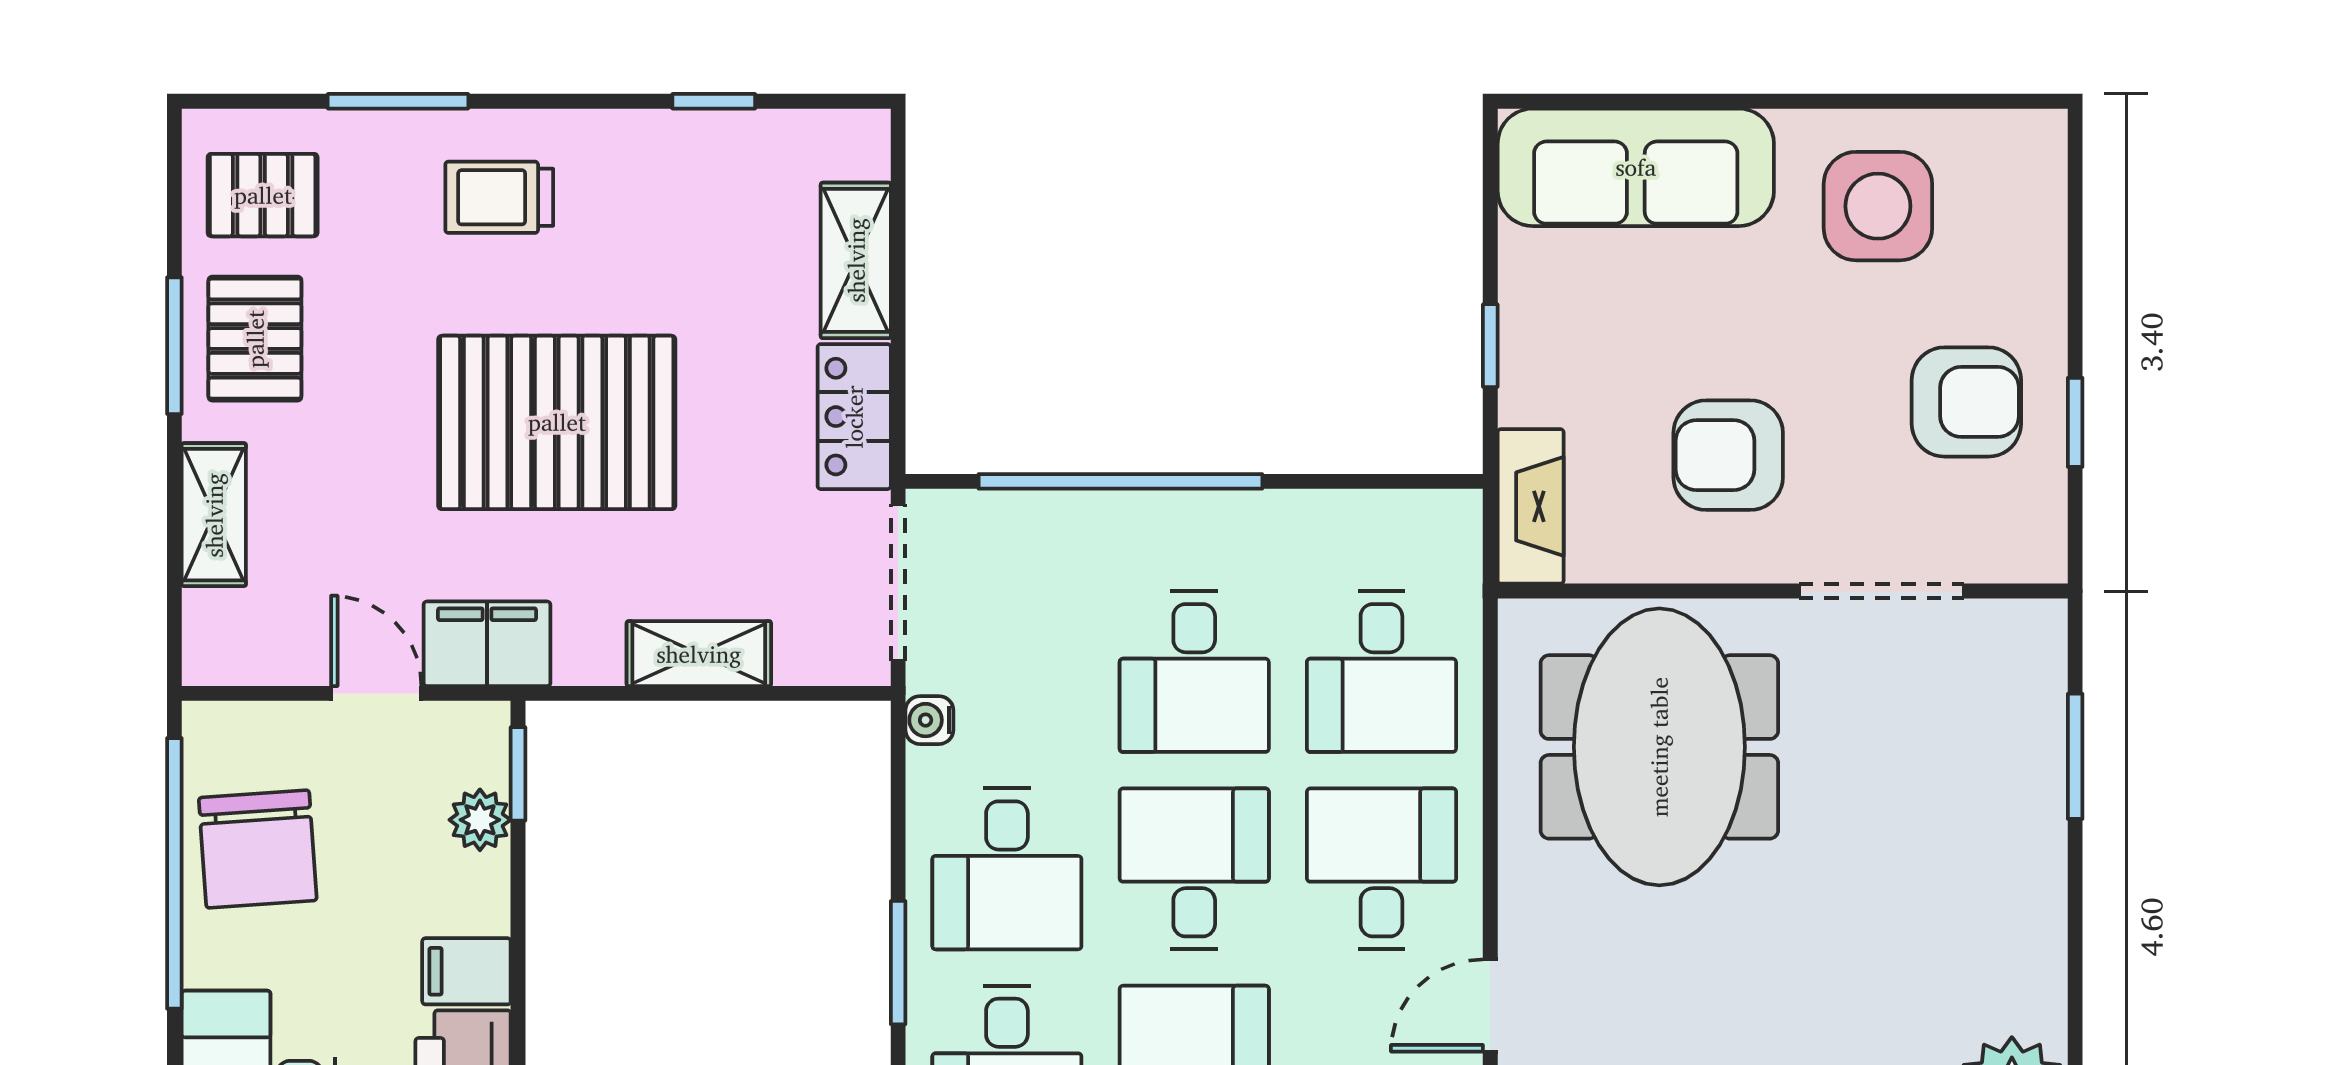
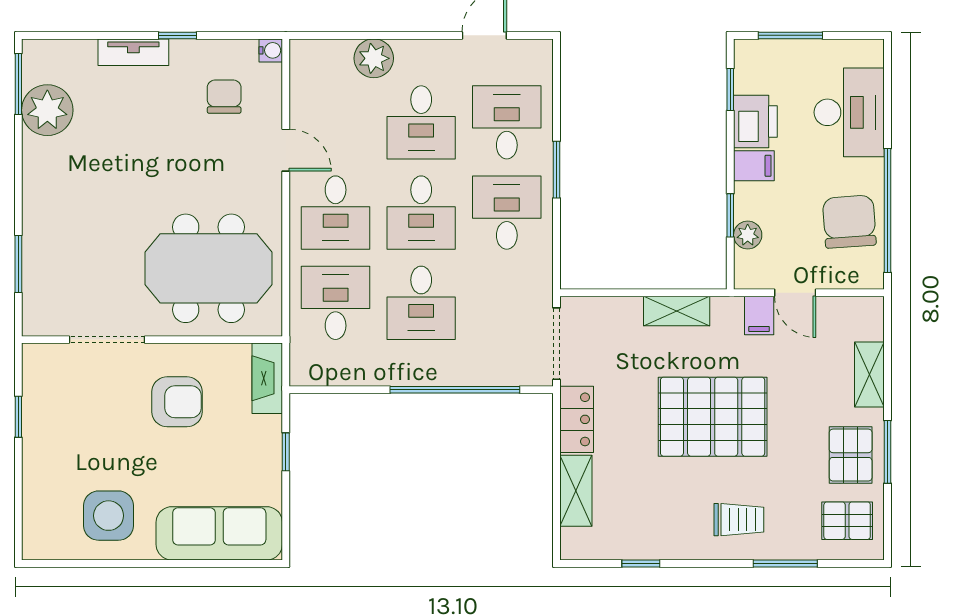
armchair: (1966, 402) -> (68, 426), removed
filing cabinet: (487, 644) -> (759, 315), width x0.50
shelving: (699, 654) -> (677, 311), moved
desk: (1194, 672) -> (421, 303), turned 180
water cooler: (929, 720) -> (542, 281), removed
meeting table: (1659, 747) -> (208, 268), turned 90
window: (518, 774) -> (730, 215), moved
door: (1490, 1005) -> (286, 150), hinge flipped

